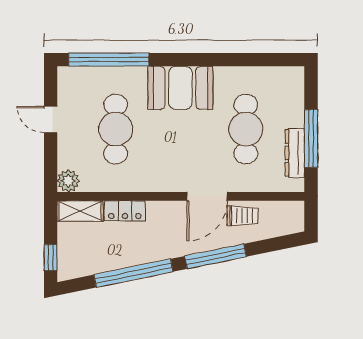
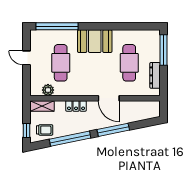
window: (311, 138) -> (164, 50), moved
plant: (68, 181) -> (48, 90), moved
door: (207, 196) -> (109, 98), hinge flipped
locker: (125, 211) -> (76, 106), moved
trolley: (243, 216) -> (45, 130), moved

